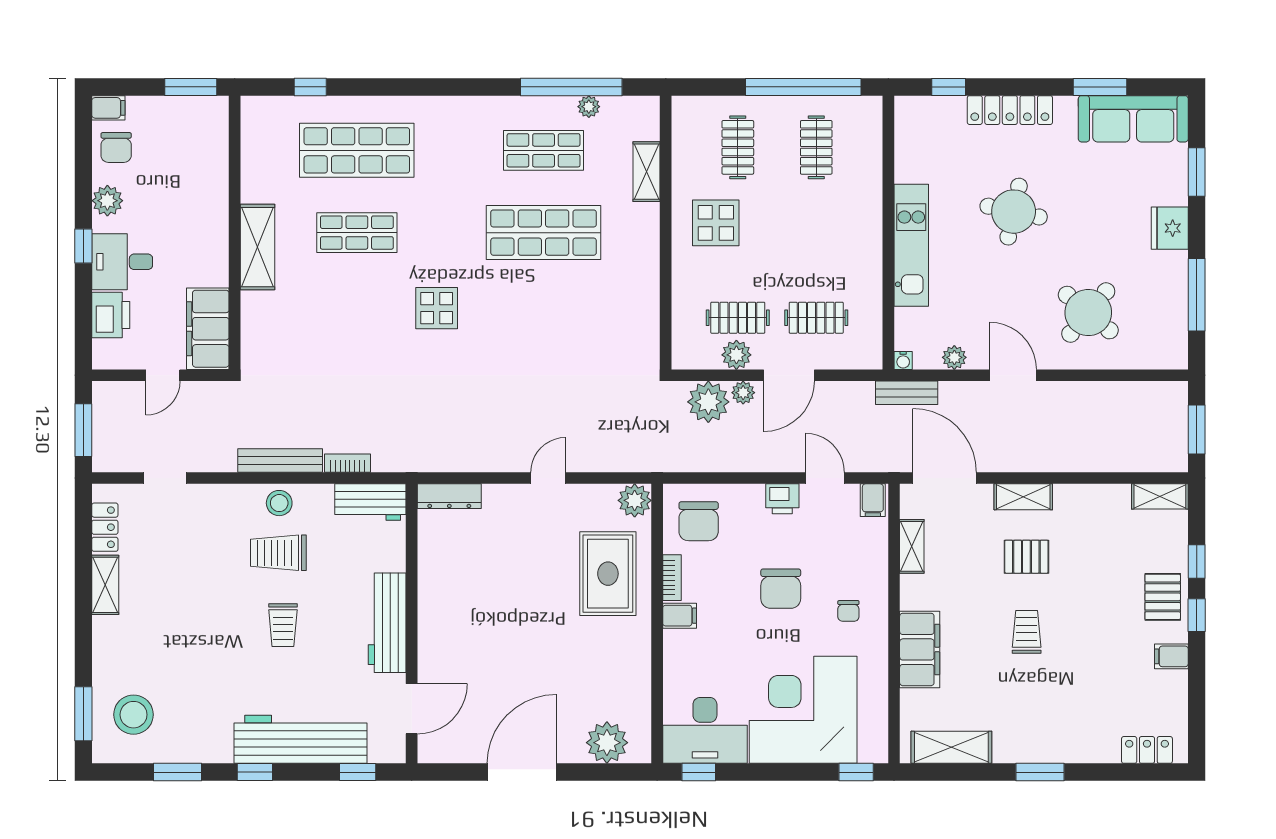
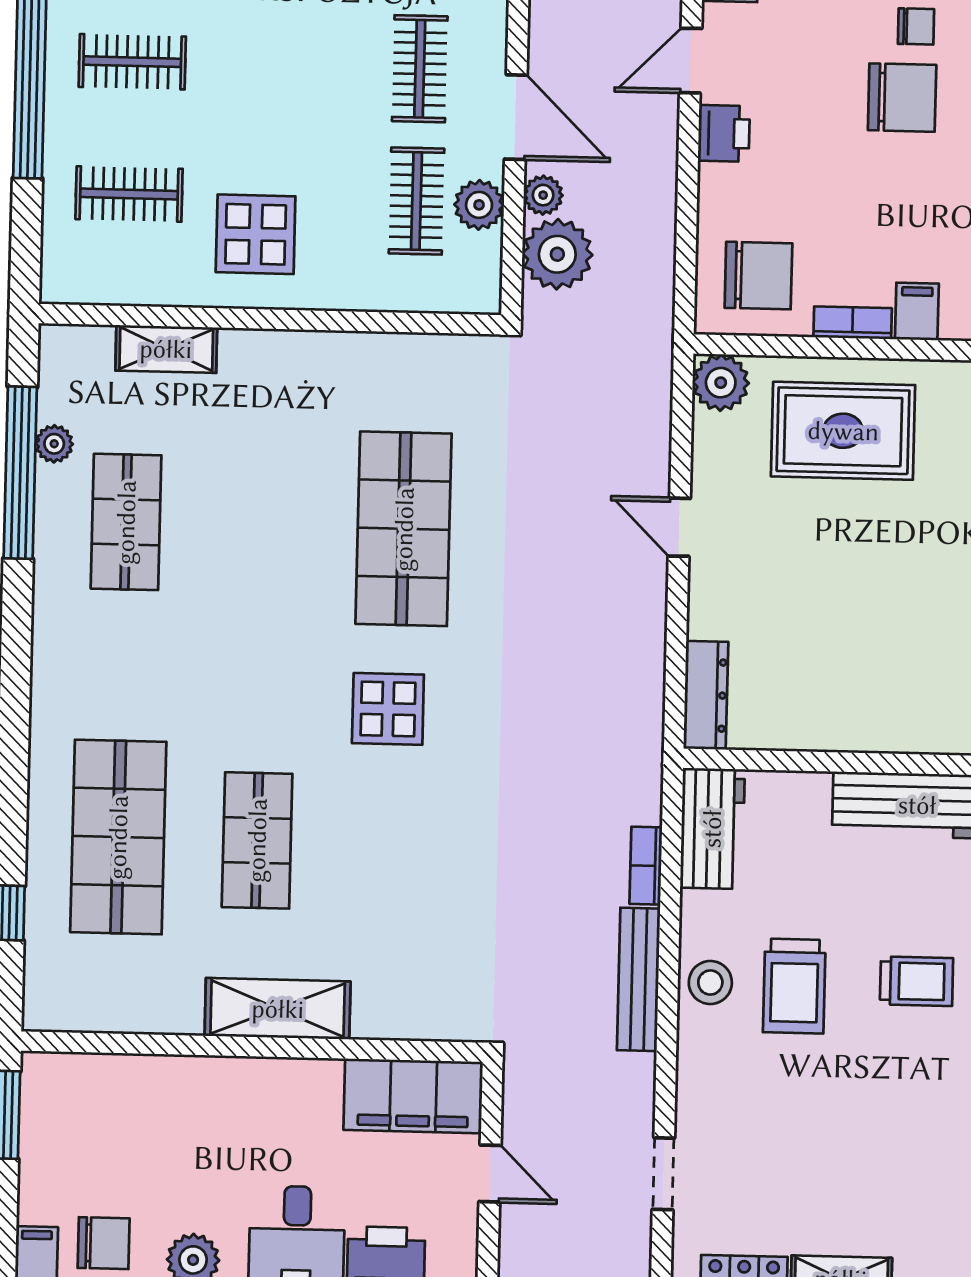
shop shelf: (544, 233) -> (404, 529), moved
chair: (781, 589) -> (902, 98), moved

